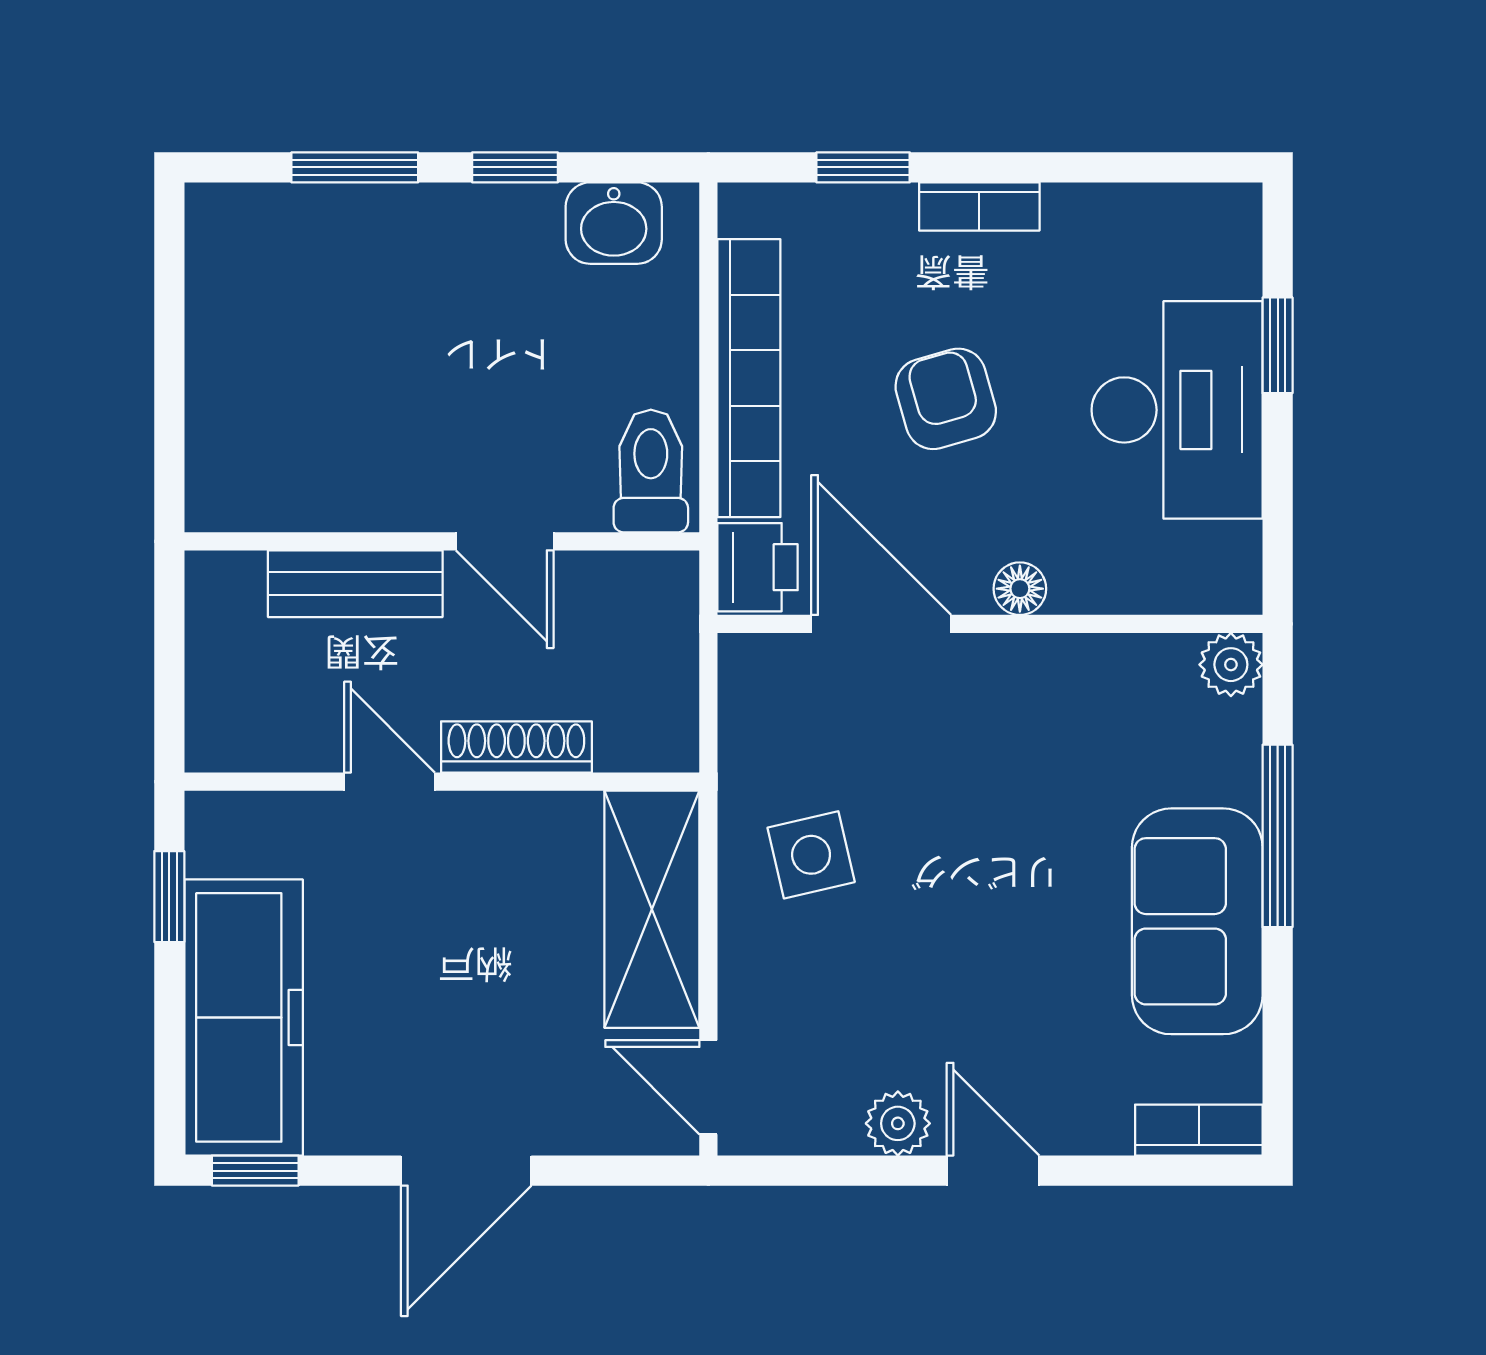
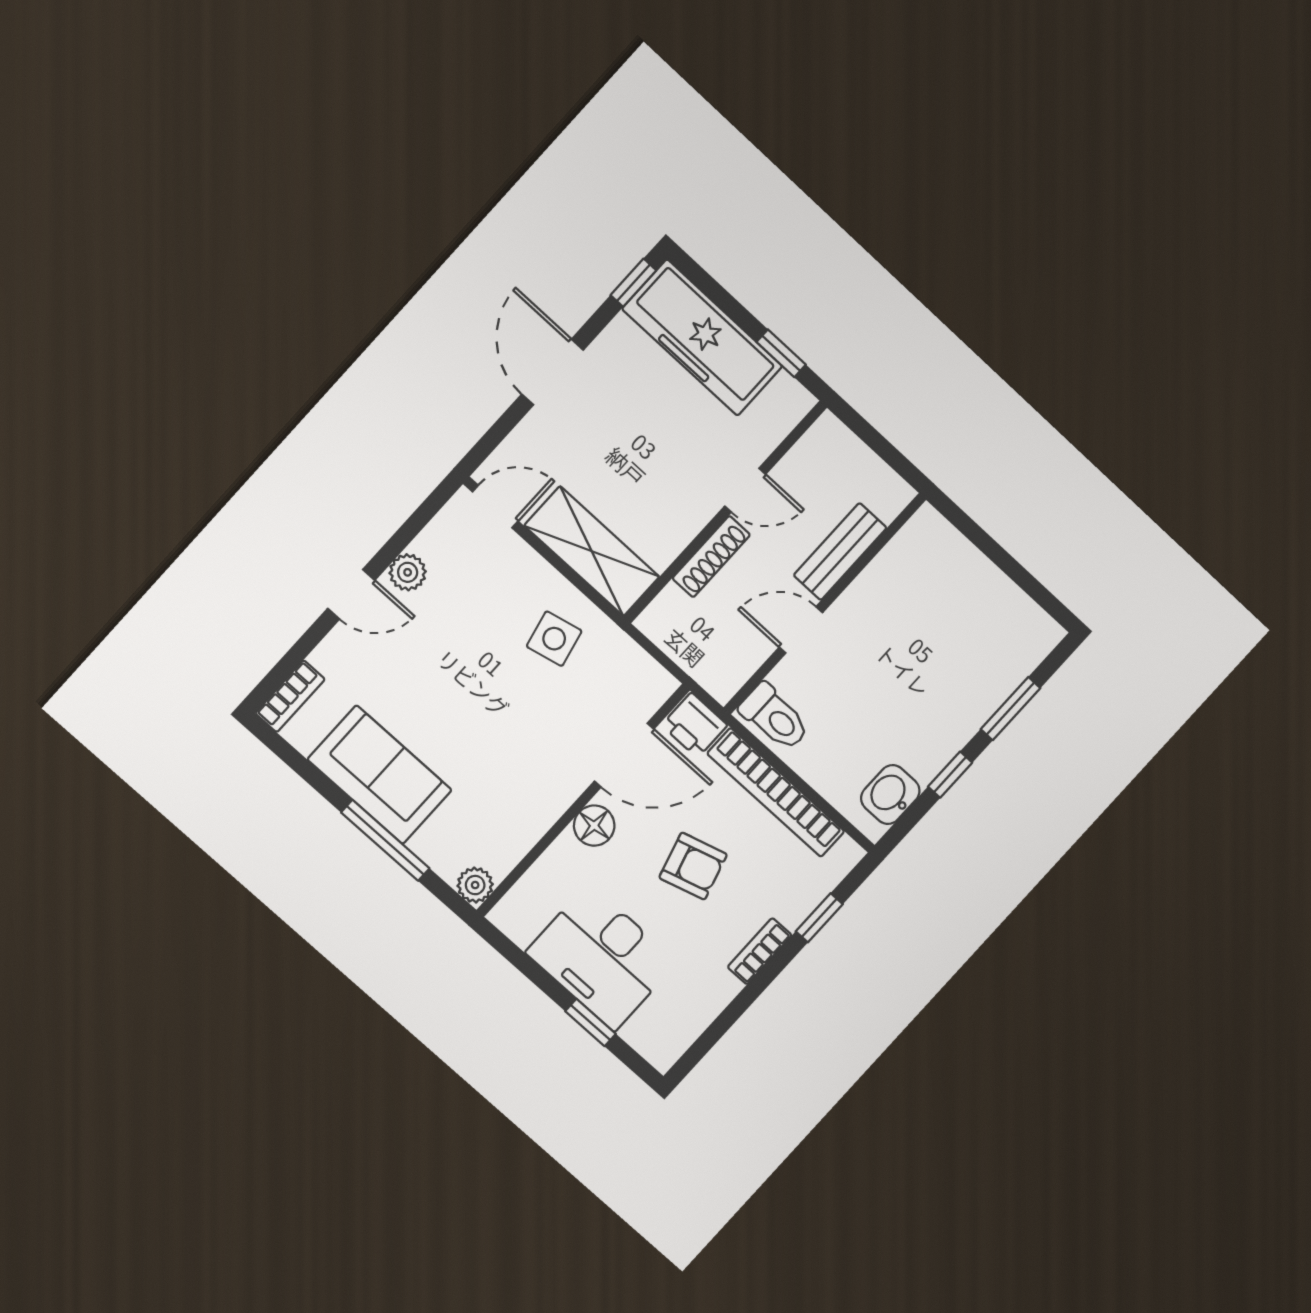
floor lamp: (1020, 589) -> (594, 826), width x1.37, depth x1.37

